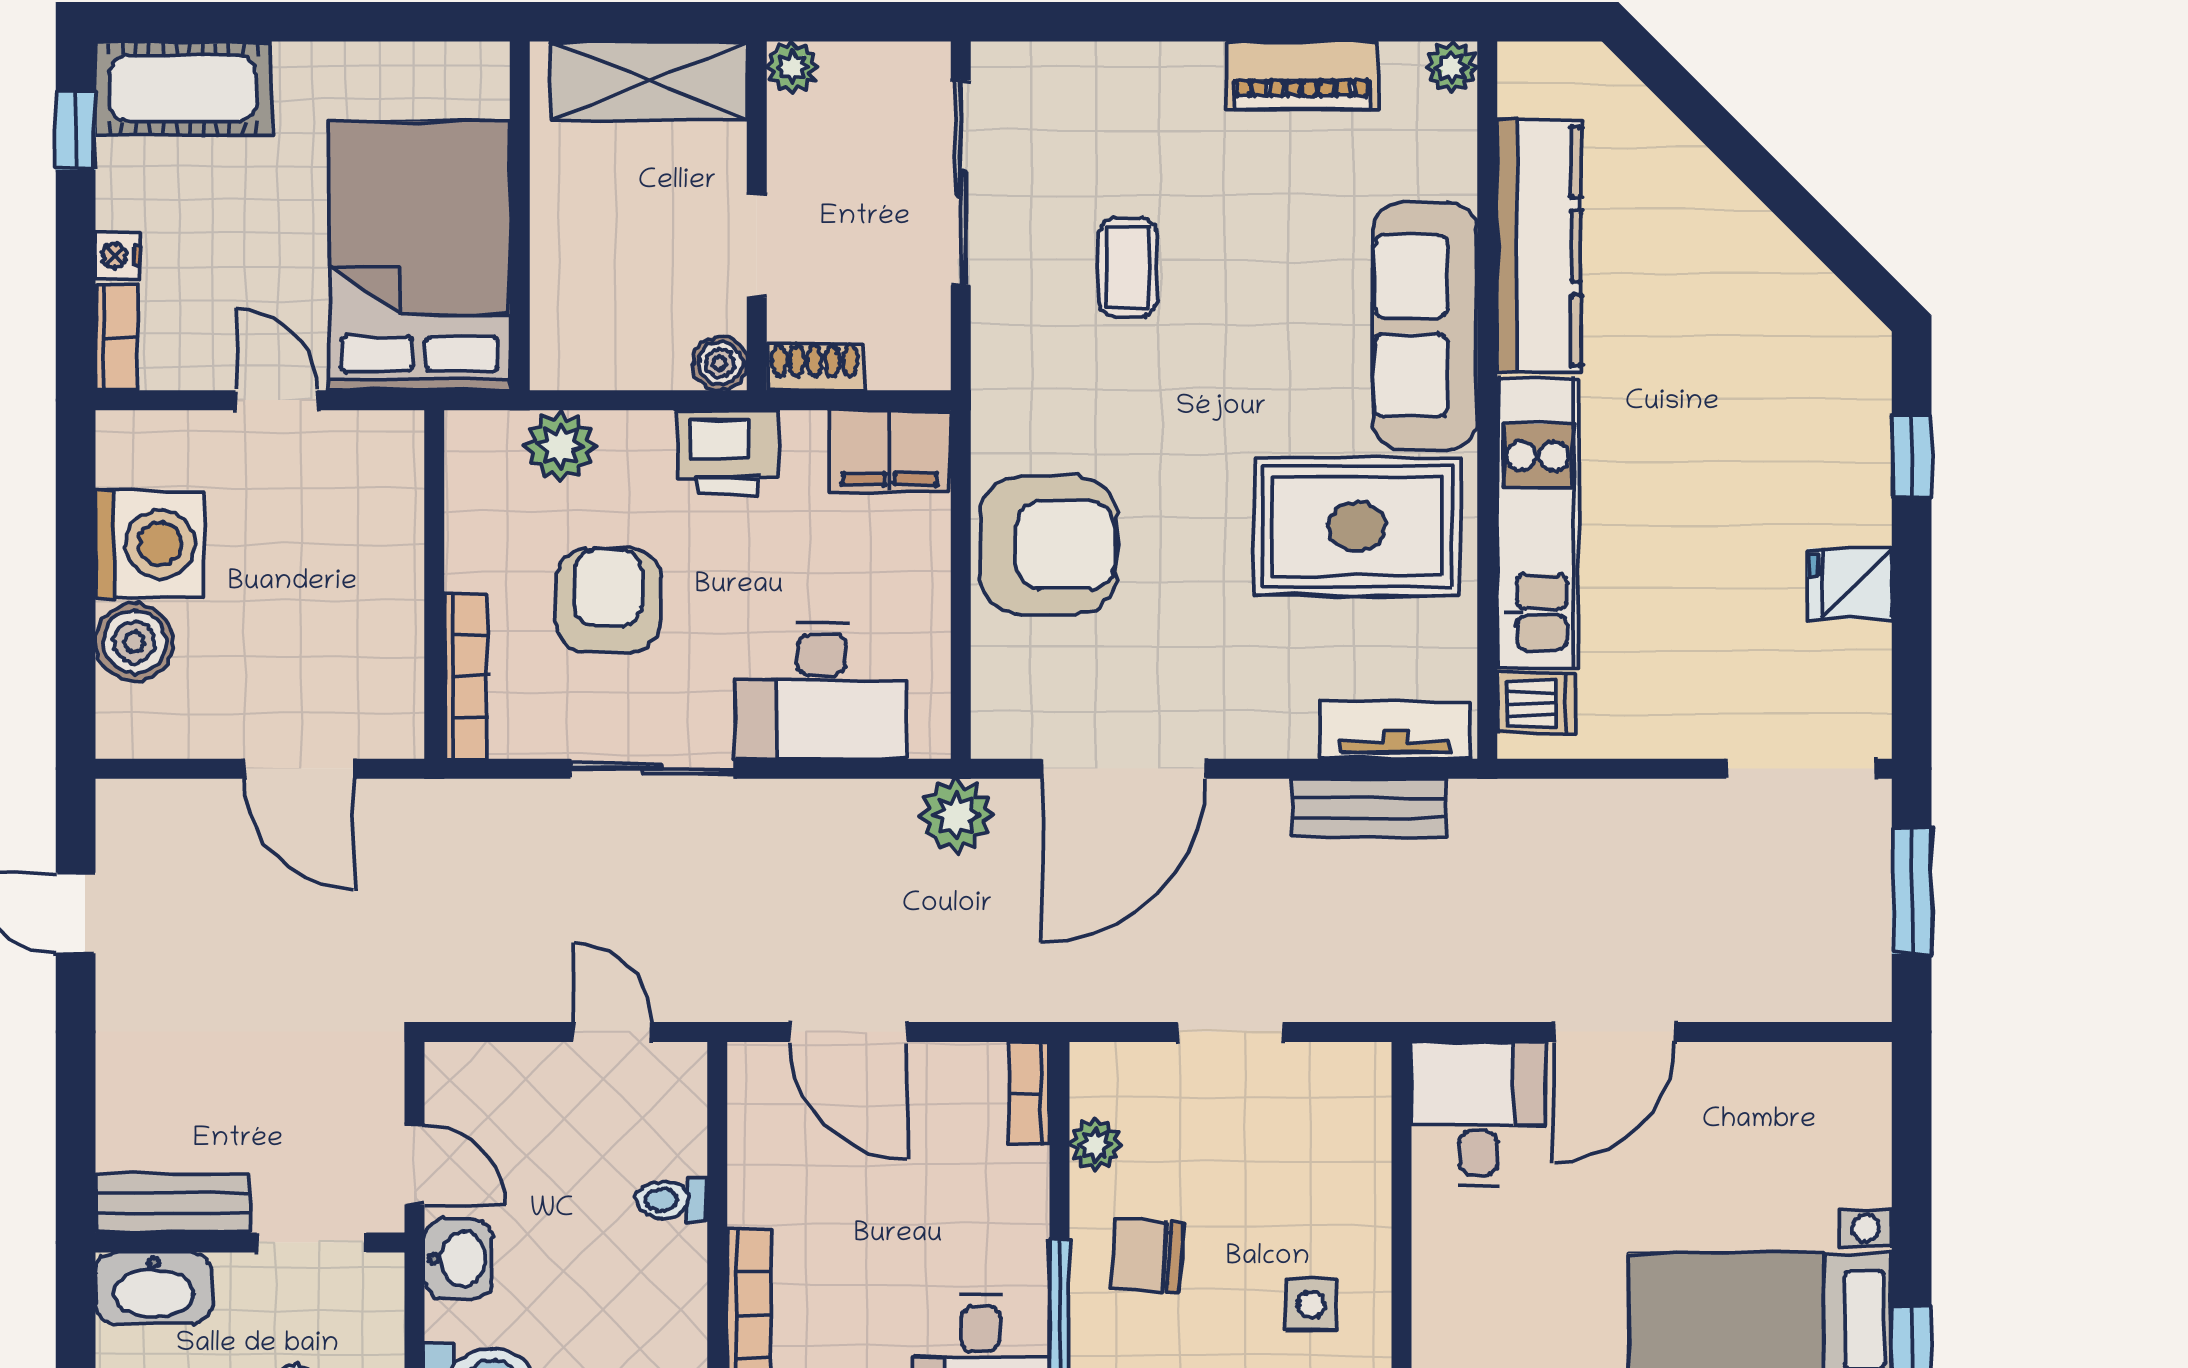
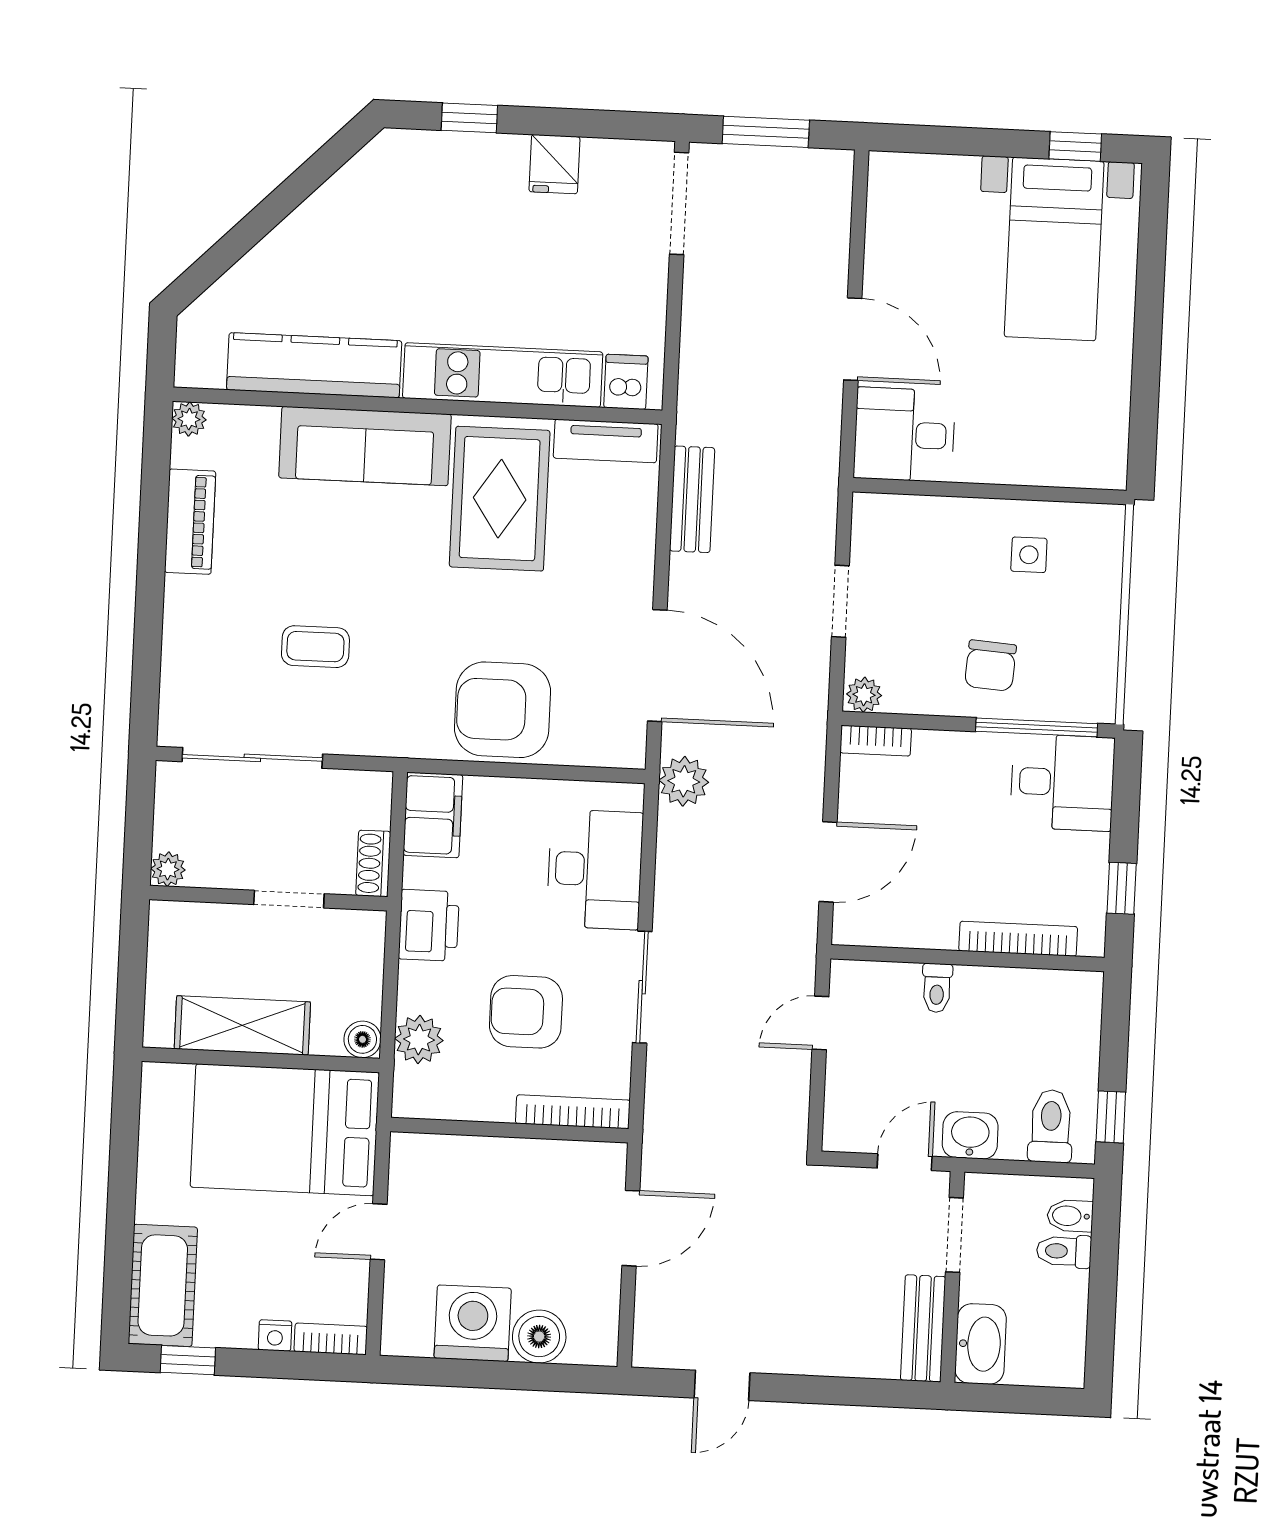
shelving: (649, 81) -> (242, 1025), moved, turned 90
boiler: (720, 363) -> (362, 1039), moved
armchair: (1048, 545) -> (503, 710), turned -90
tv unit: (1395, 730) -> (606, 441), moved, turned -90
plant: (1095, 1145) -> (864, 695), moved

